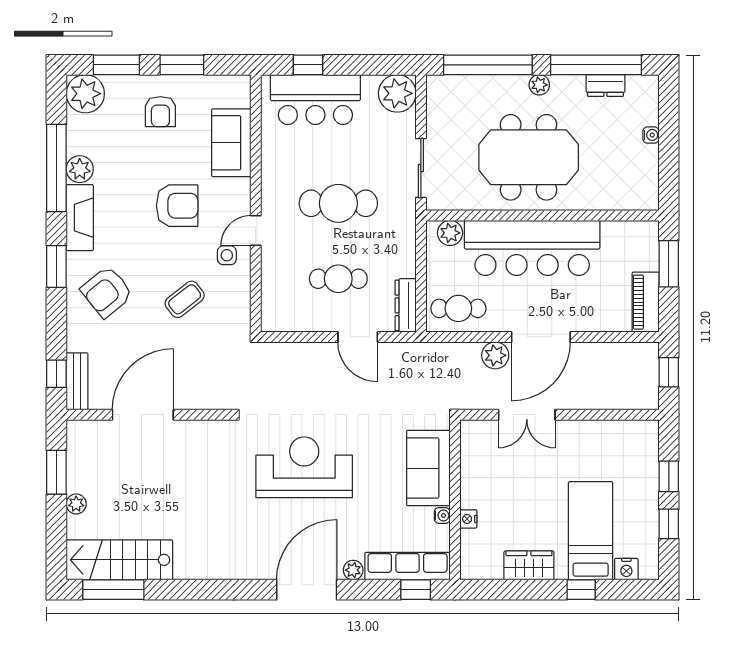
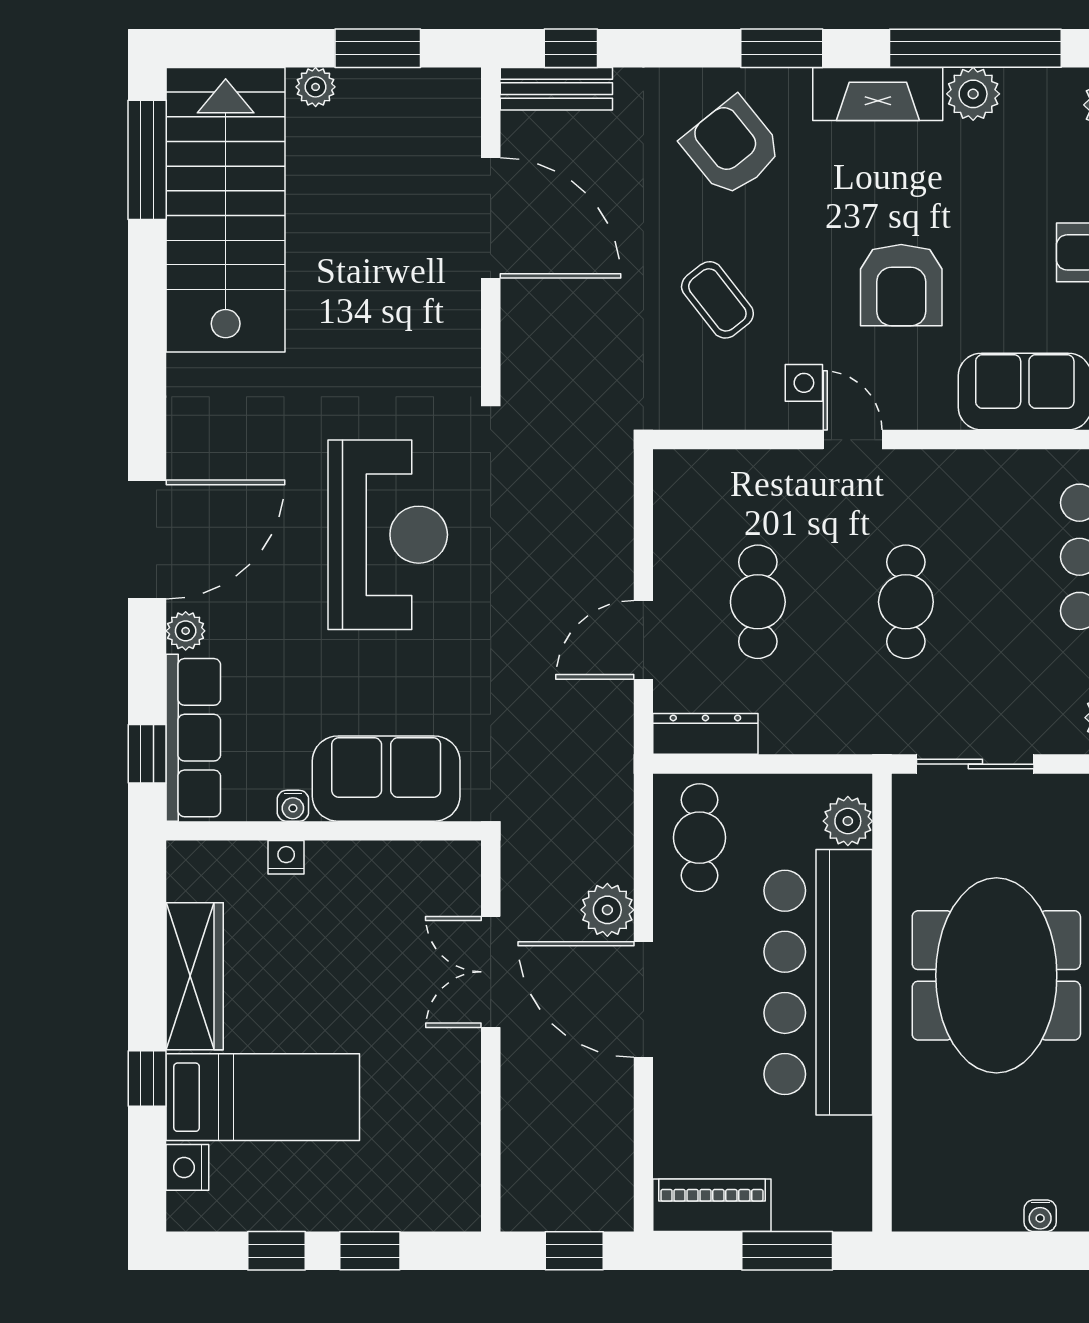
cafe table: (338, 203) -> (906, 602), width x0.73, depth x0.74
stairs: (119, 560) -> (226, 210), width x1.36, depth x1.51
wardrobe: (529, 565) -> (195, 976), width x1.50
door: (307, 590) -> (147, 540), hinge flipped

